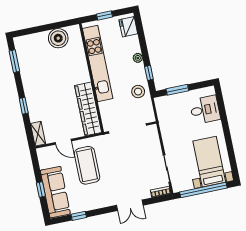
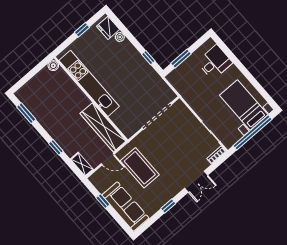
boiler: (58, 38) -> (53, 66), width x0.54, depth x0.54
plant: (138, 58) -> (120, 37), moved
kitchen unit: (98, 63) -> (89, 83), moved
wall: (91, 78) -> (91, 99), moved
stool: (138, 92) -> (148, 79), removed
wardrobe: (88, 109) -> (103, 127), moved
window: (41, 189) -> (103, 201), moved
window: (79, 216) -> (168, 206), moved

